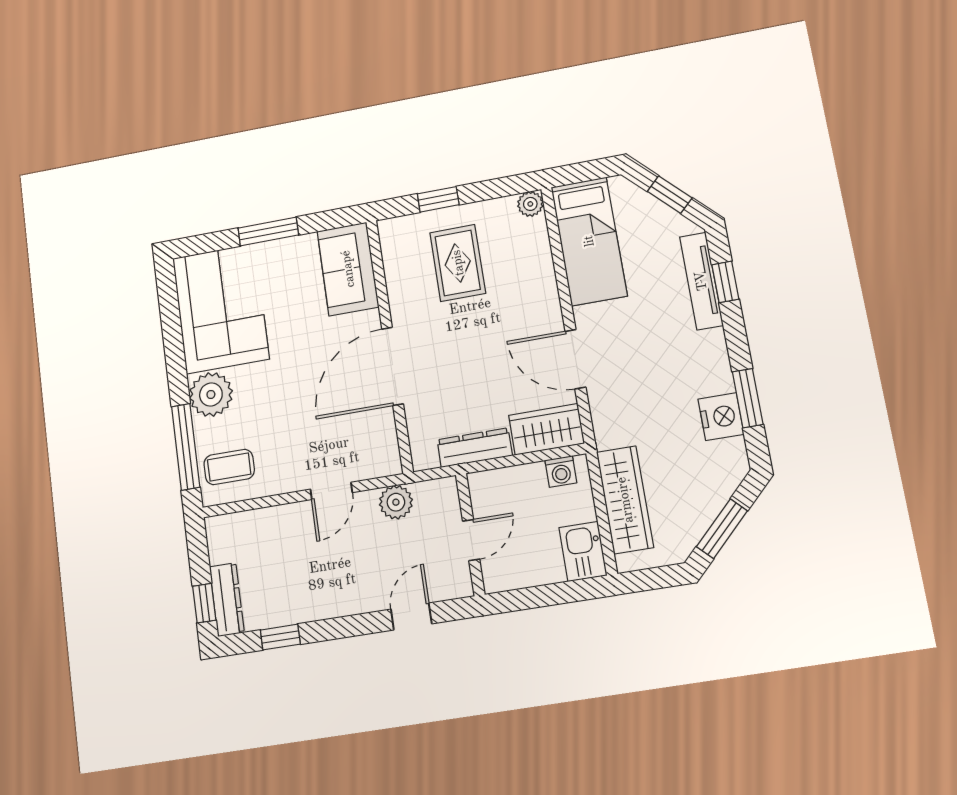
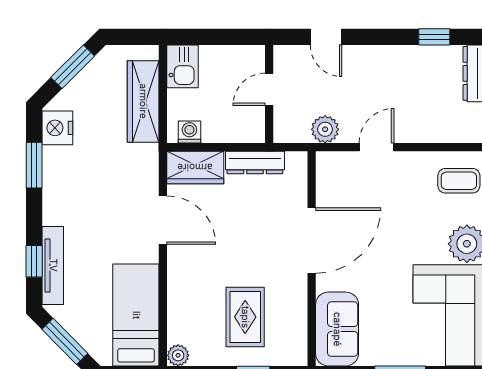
window: (670, 195) -> (65, 341), width x1.50
nightstand: (721, 417) -> (57, 128), moved
door: (411, 617) -> (326, 37), hinge flipped

